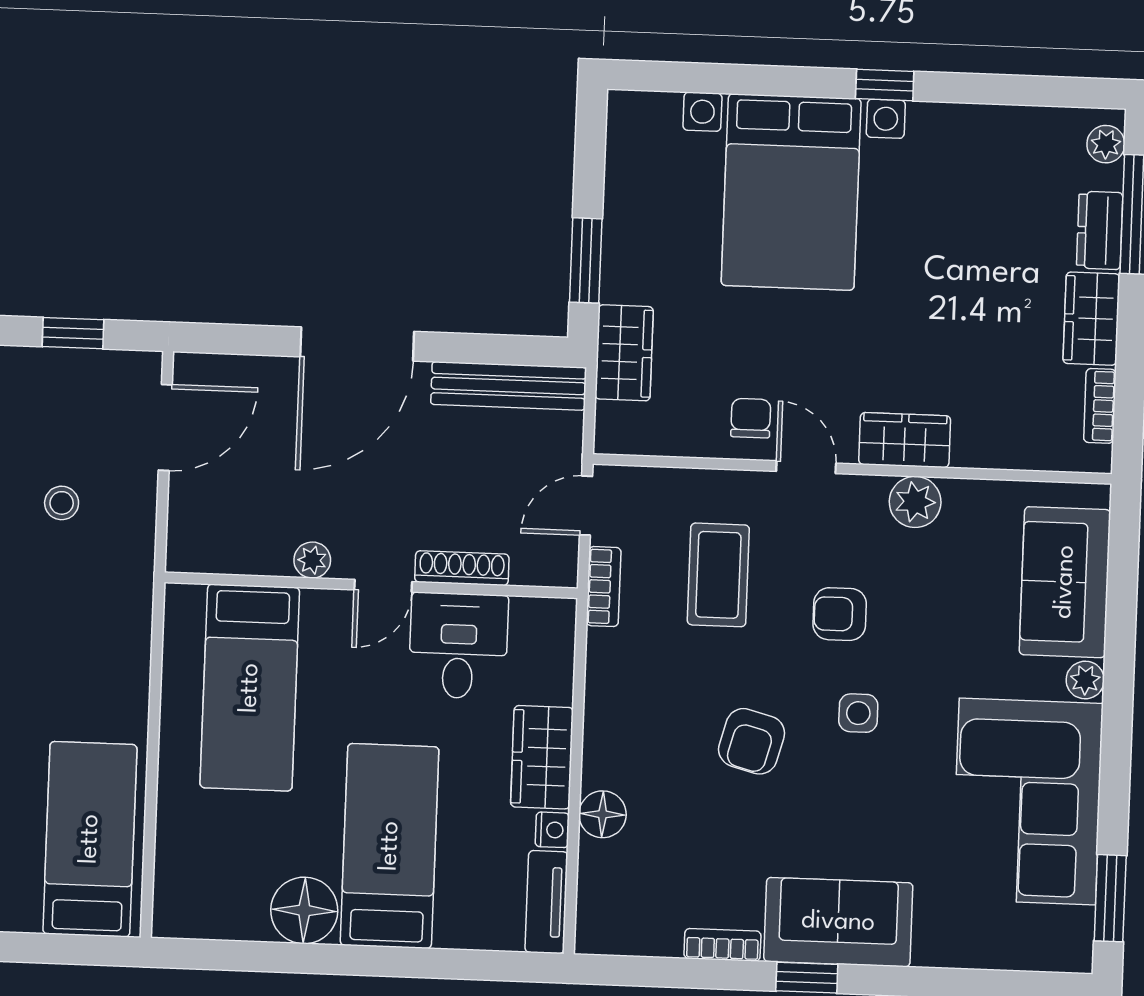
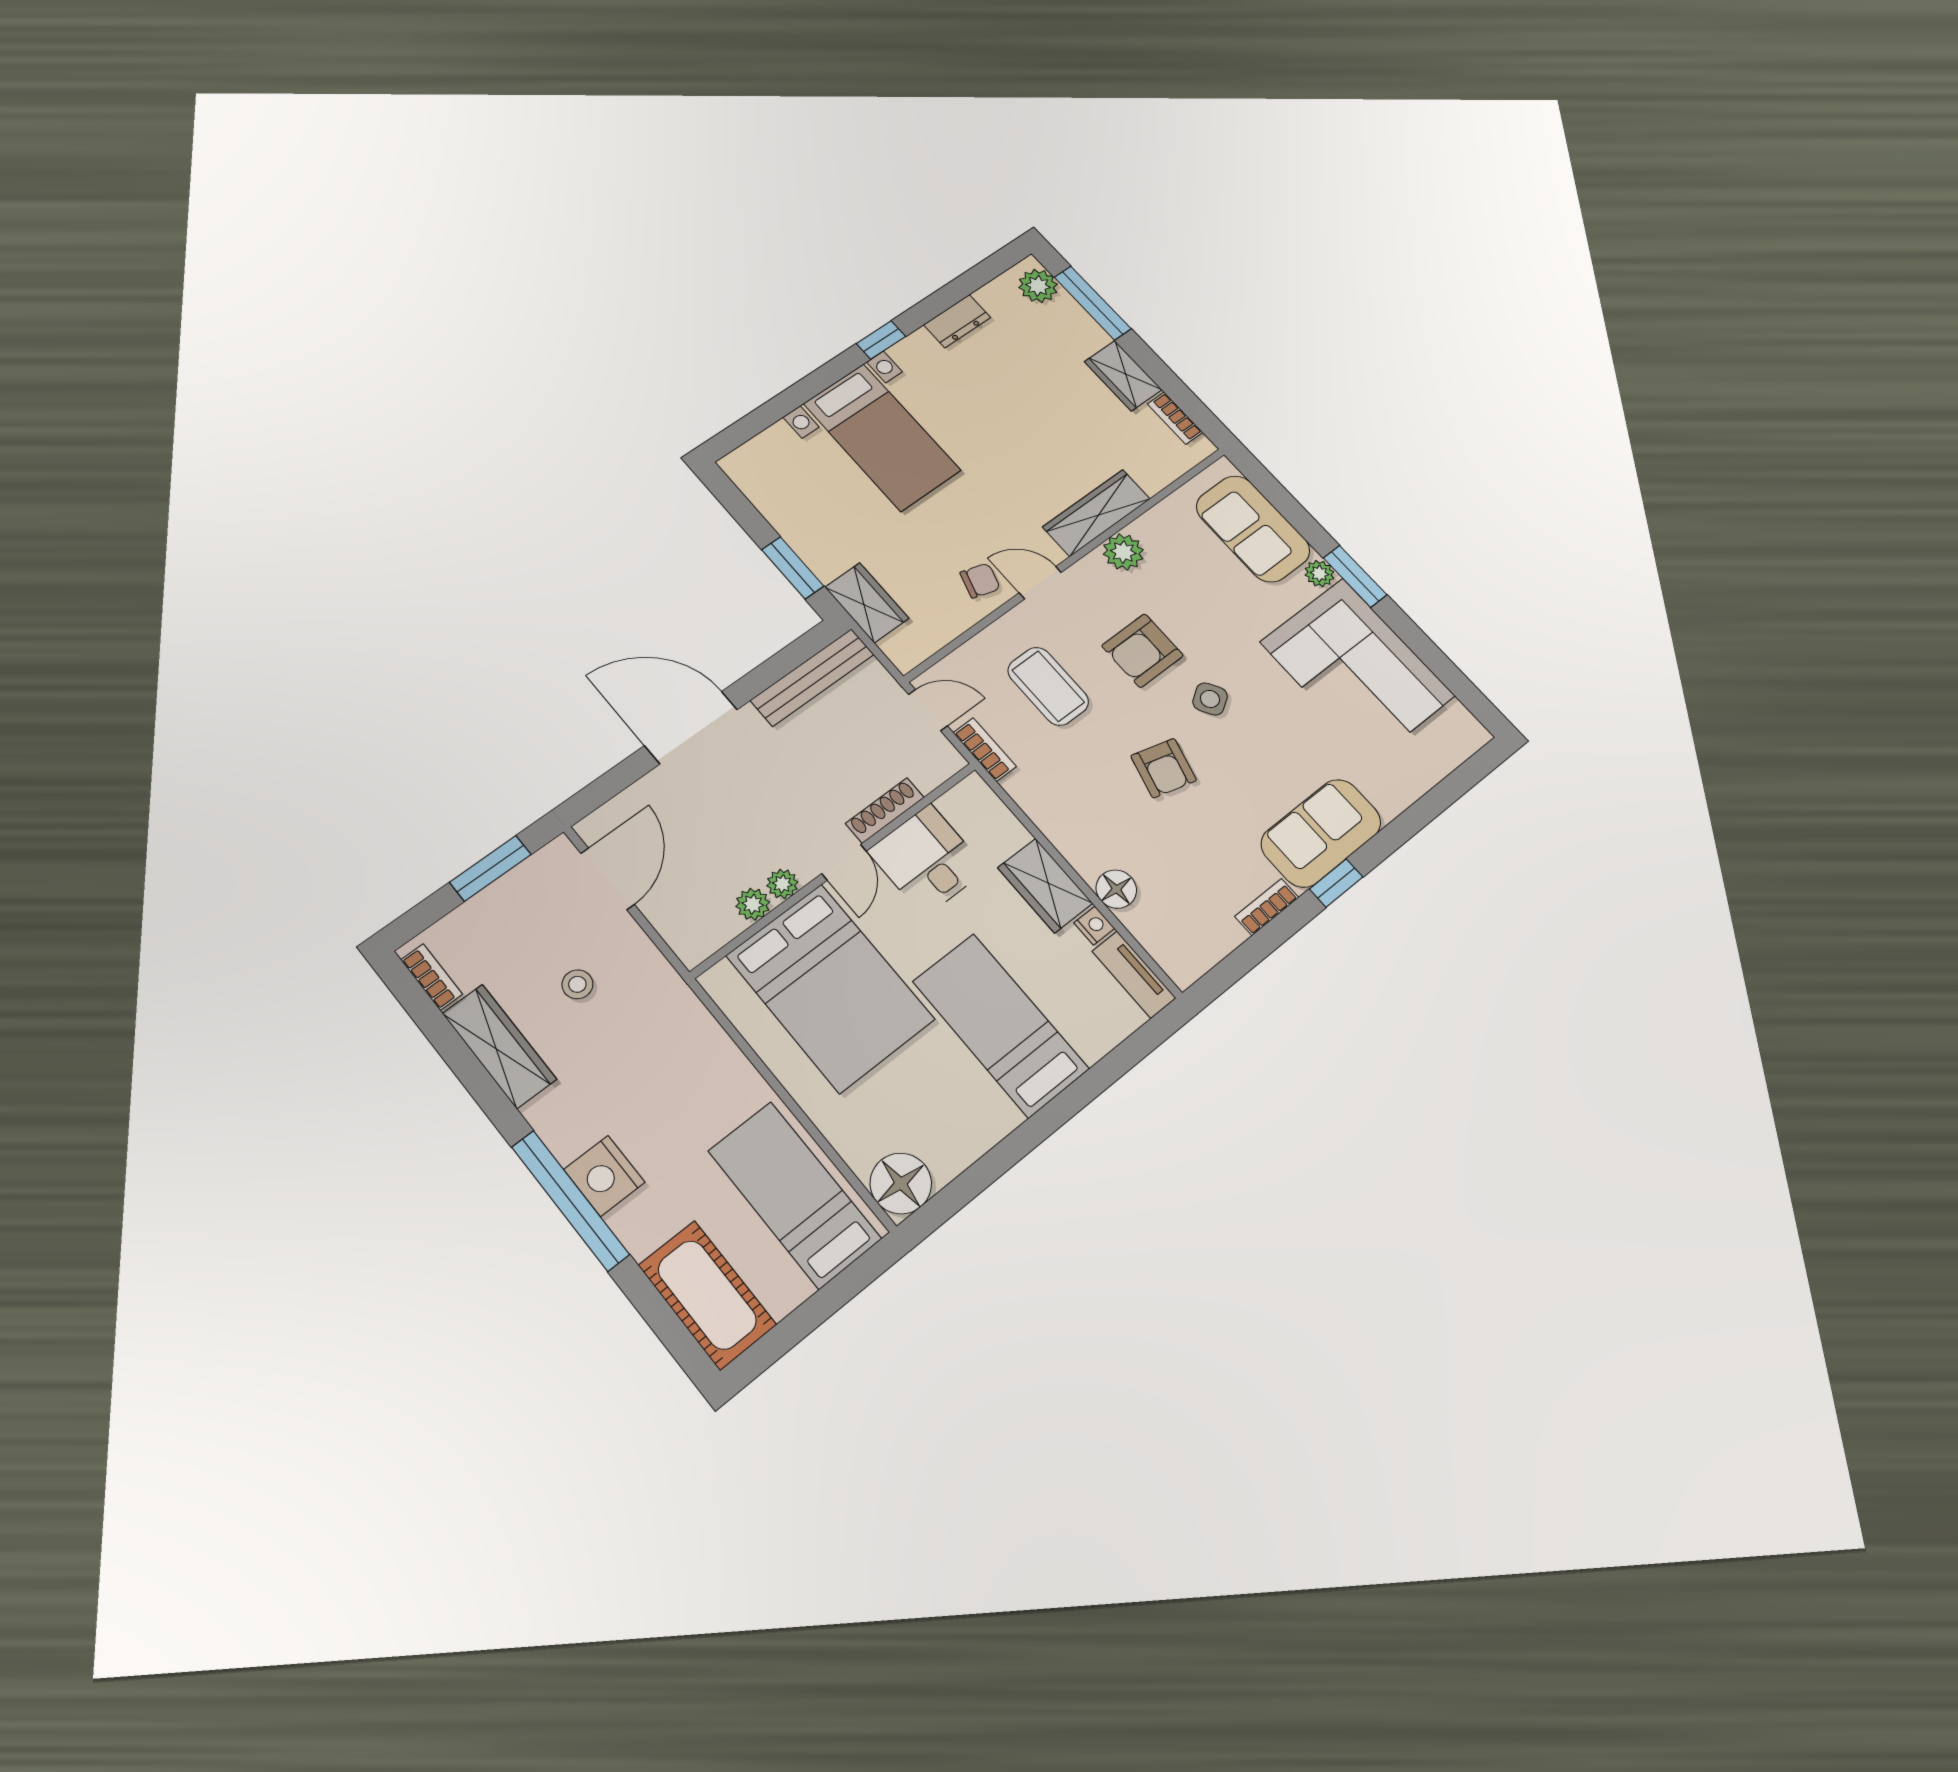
plant: (1106, 144) -> (1038, 286), width x1.38, depth x1.38
bed with nightstands: (791, 192) -> (882, 437), width x0.73
dresser: (1100, 230) -> (957, 321), moved, turned -90
window: (73, 333) -> (490, 868), width x1.50
door: (357, 344) -> (691, 727), swing flipped
chair: (751, 418) -> (980, 581), turned 107
wardrobe: (905, 440) -> (1096, 513), width x1.50
door: (586, 506) -> (928, 710), swing flipped
plant: (271, 557) -> (753, 904), added
armchair: (840, 614) -> (1142, 651), width x1.38, depth x1.38
bed: (250, 688) -> (830, 988), width x1.50
side table: (858, 713) -> (1210, 699), turned -32
window: (1110, 898) -> (1355, 576), moved
floor lamp: (304, 910) -> (901, 1183), moved

